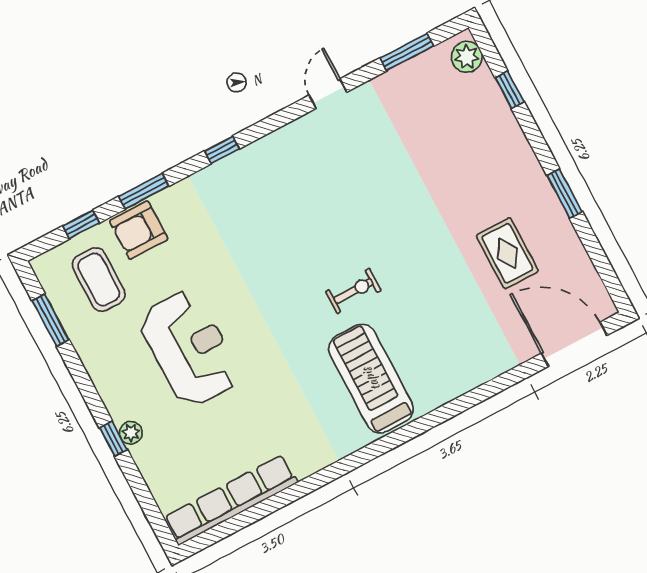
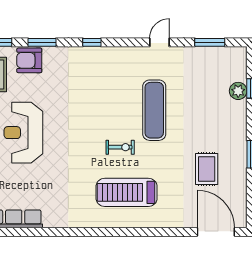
plant: (467, 57) -> (238, 91), moved
exercise mat: (376, 204) -> (154, 110), added
reception desk: (189, 348) -> (23, 133), turned 180
treadmill: (371, 379) -> (127, 192), moved, turned -90

